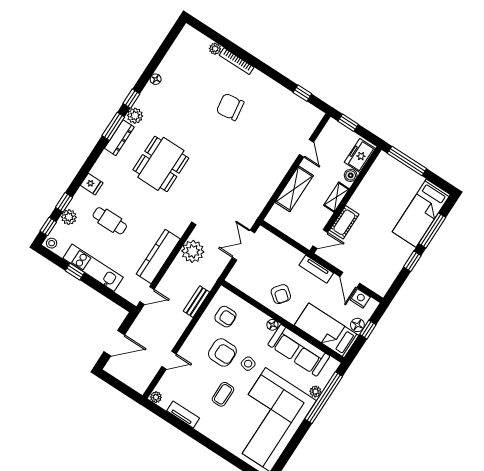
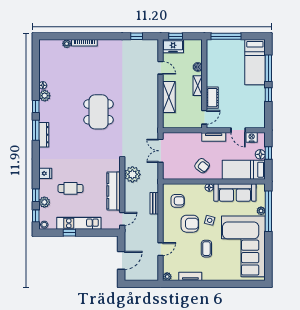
chair: (230, 107) -> (98, 73), removed
plant: (135, 116) -> (45, 96), moved
freezer: (360, 155) -> (173, 46), moved, turned -90
dining table: (161, 164) -> (99, 112), moved

